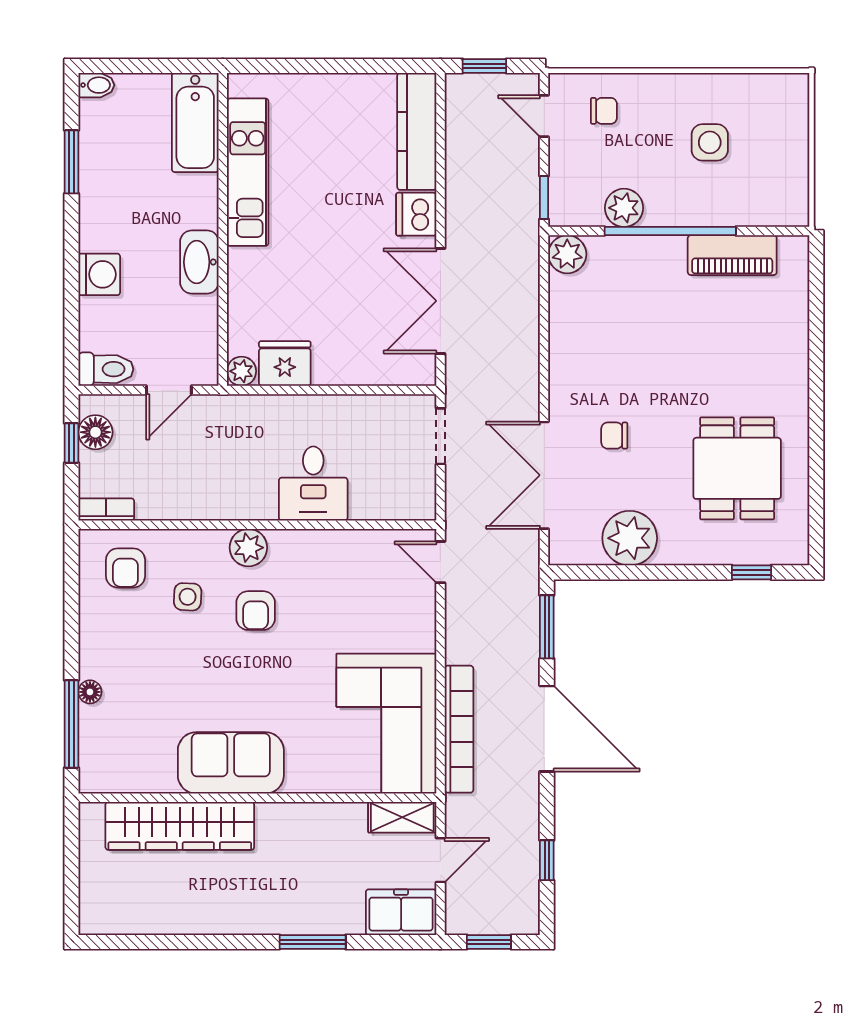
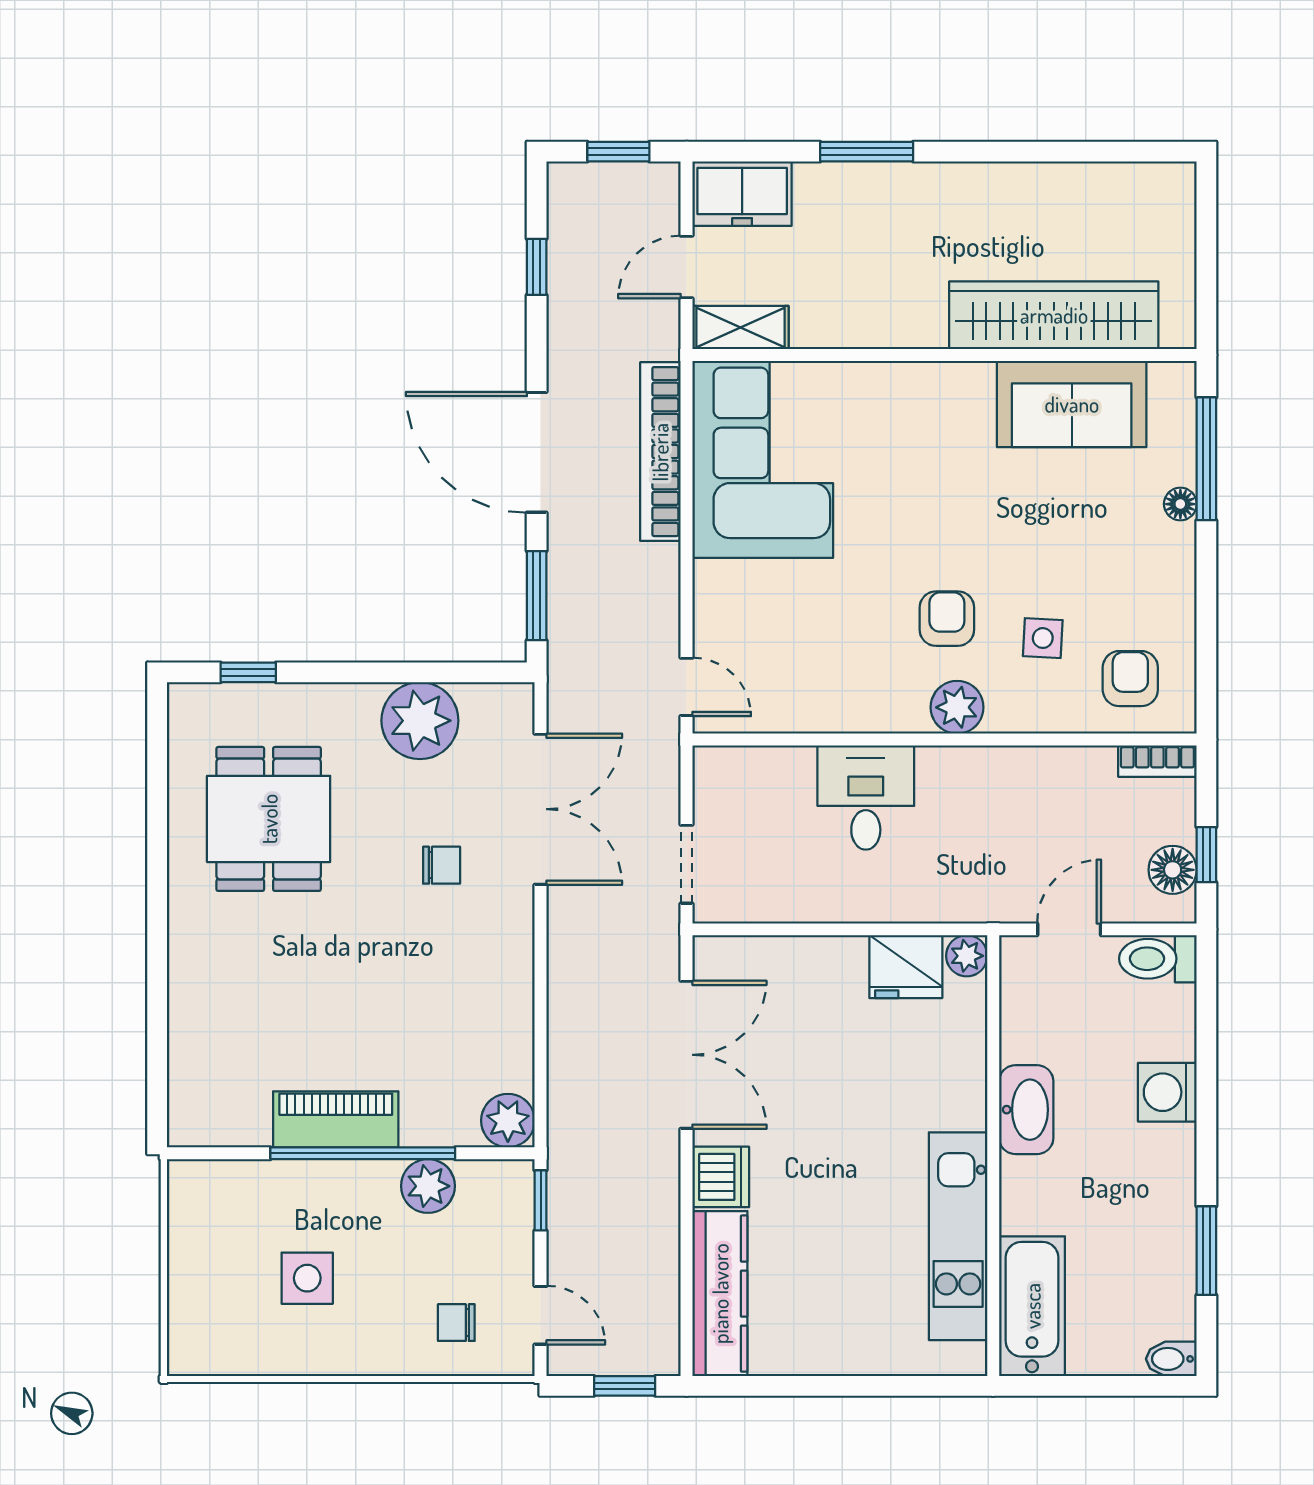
piano: (732, 255) -> (336, 1119), moved
sofa: (231, 763) -> (1072, 404), moved

